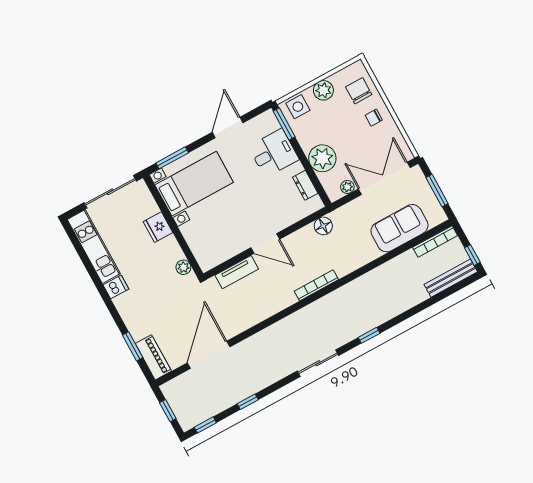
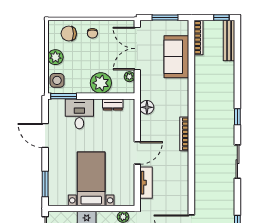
bed with nightstands: (194, 184) -> (91, 179), moved

